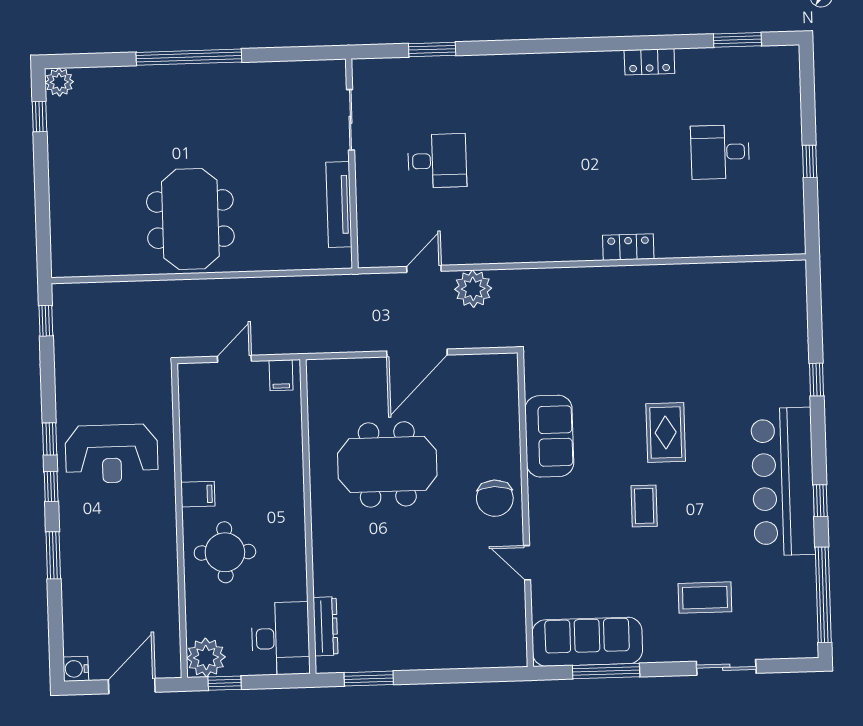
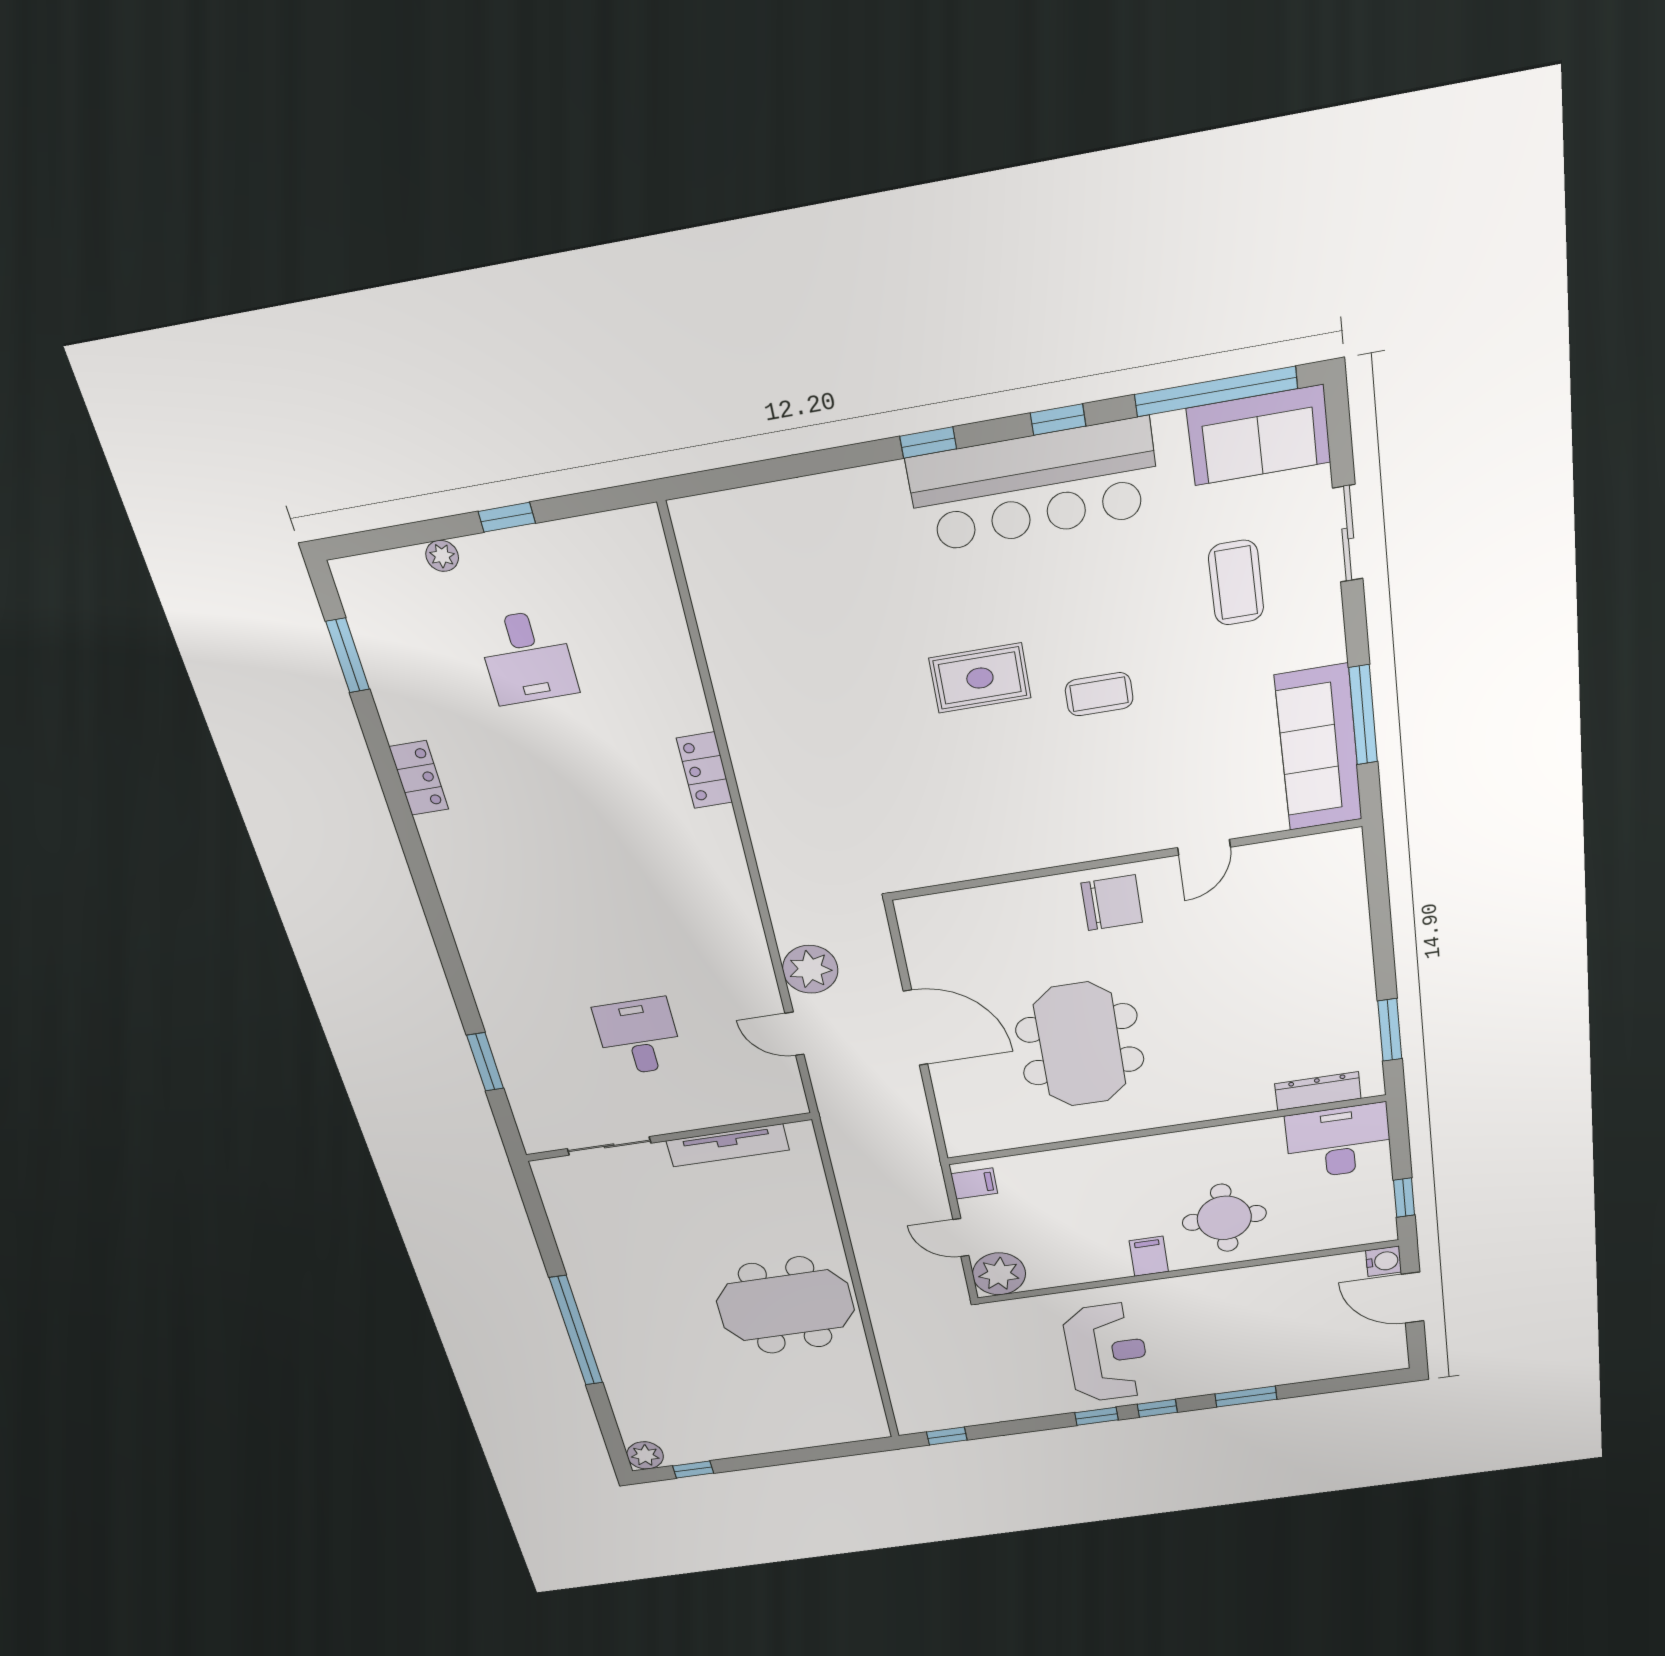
plant: (792, 116) -> (442, 556), added
window: (816, 380) -> (928, 443), moved
sofa: (549, 436) -> (1259, 435), moved, turned 180
plant: (206, 657) -> (999, 1274), moved
water cooler: (76, 669) -> (1384, 1261), moved, turned -90

